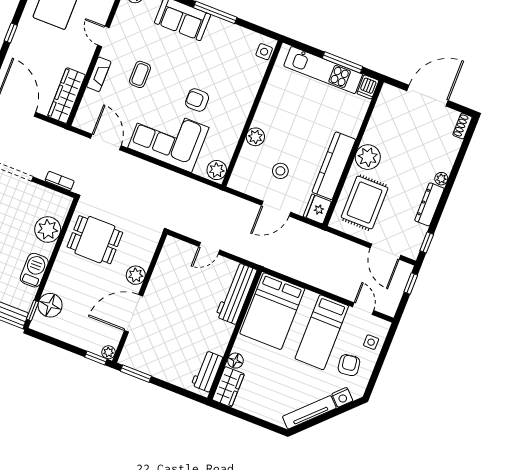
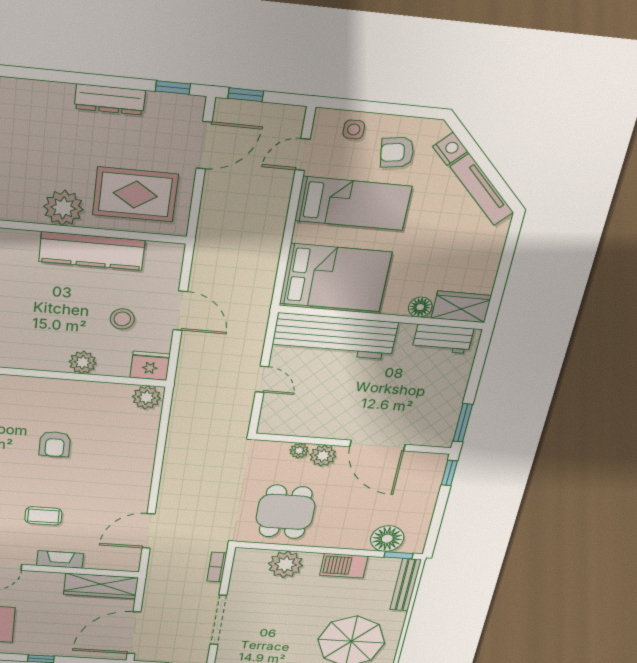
corner sofa: (168, 138) -> (119, 464), removed
plant: (441, 179) -> (63, 92), removed
fridge: (317, 209) -> (150, 366), moved, turned 180
workbench: (236, 293) -> (335, 336), width x1.36, depth x1.32
plant: (109, 352) -> (299, 451), moved

